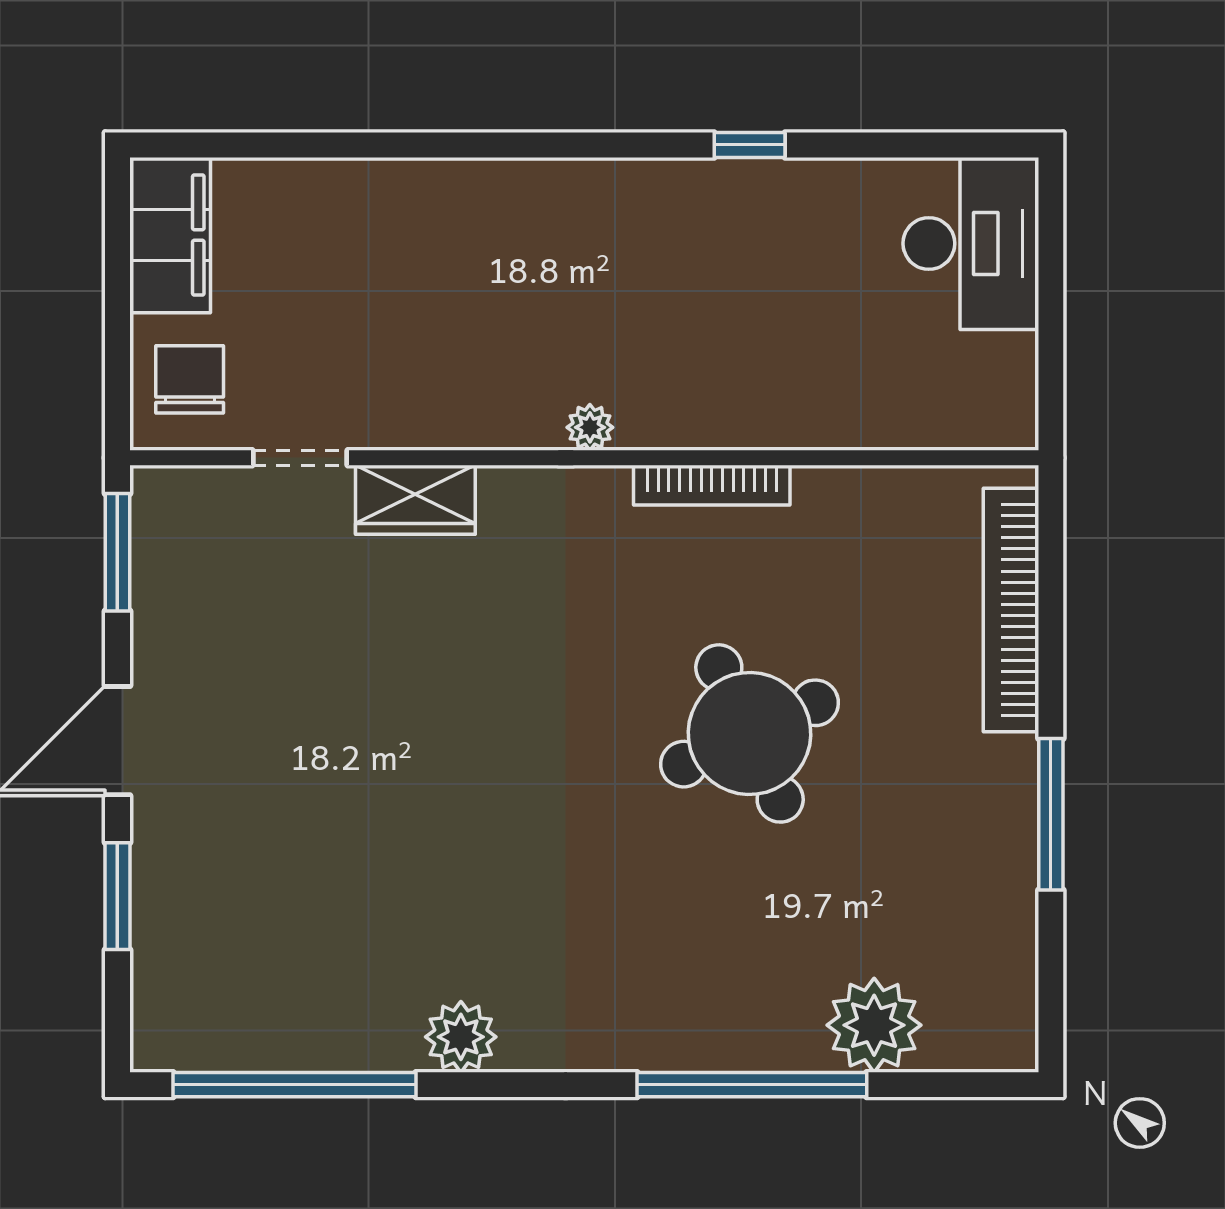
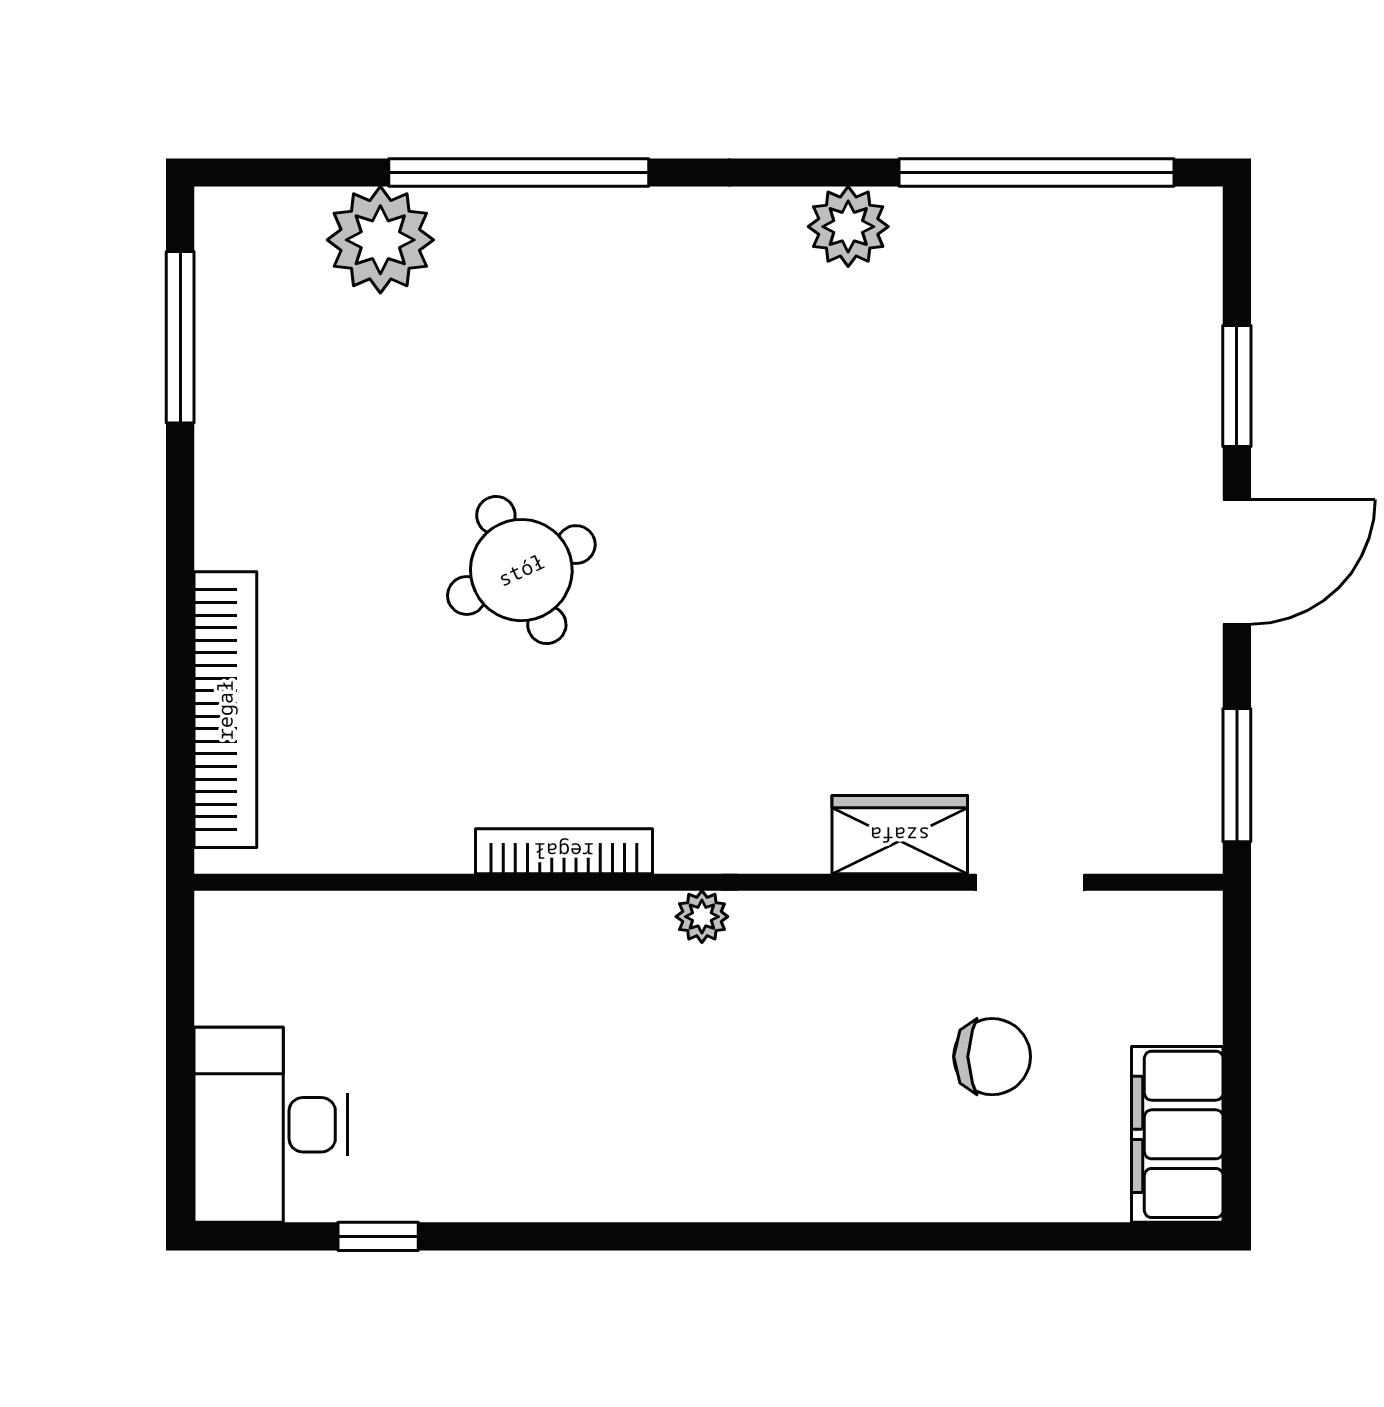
window: (750, 145) -> (378, 1236), moved
chair: (190, 379) -> (992, 1057), moved, turned -90
round table: (749, 733) -> (521, 570), width x0.73, depth x0.73
window: (1051, 814) -> (180, 337), moved

